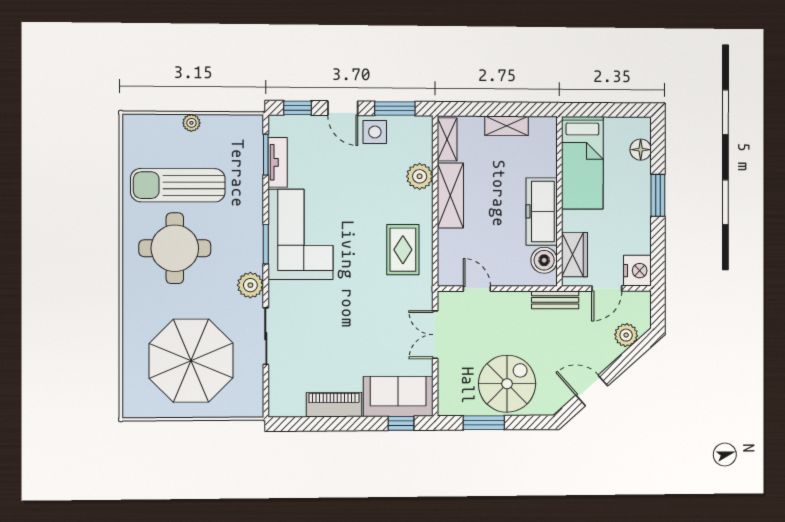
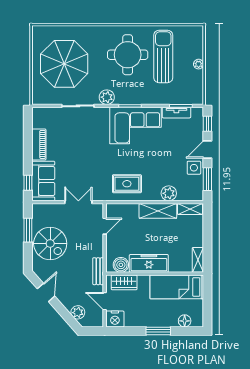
shelving: (506, 126) -> (198, 260), moved

